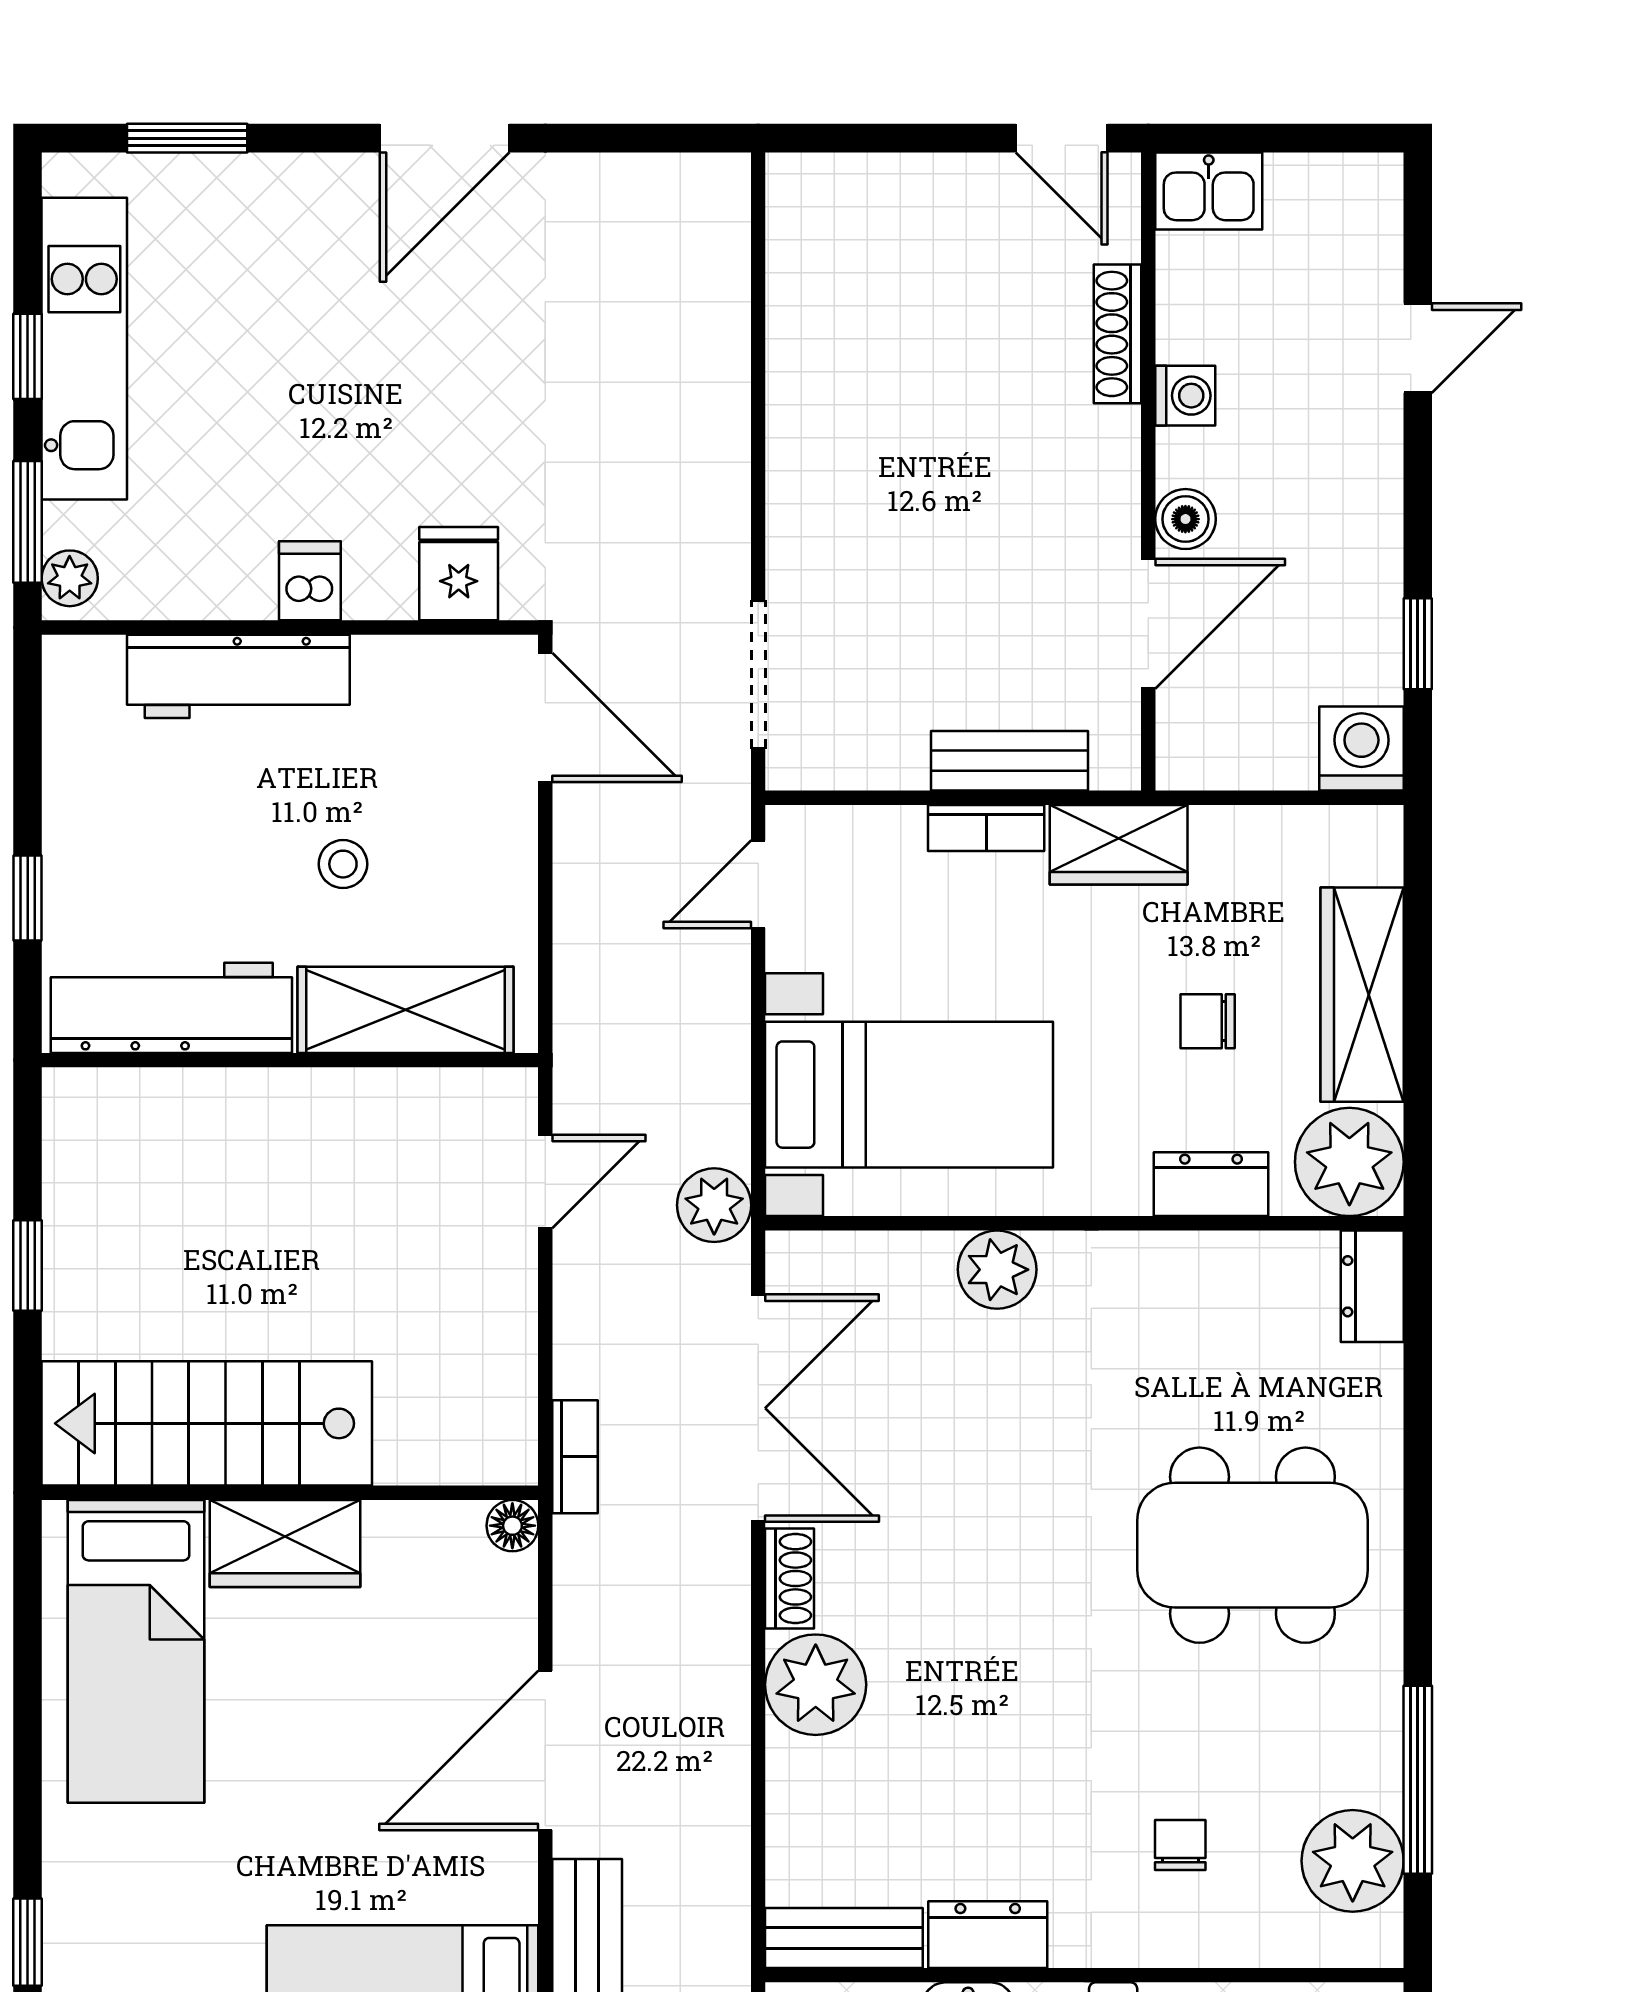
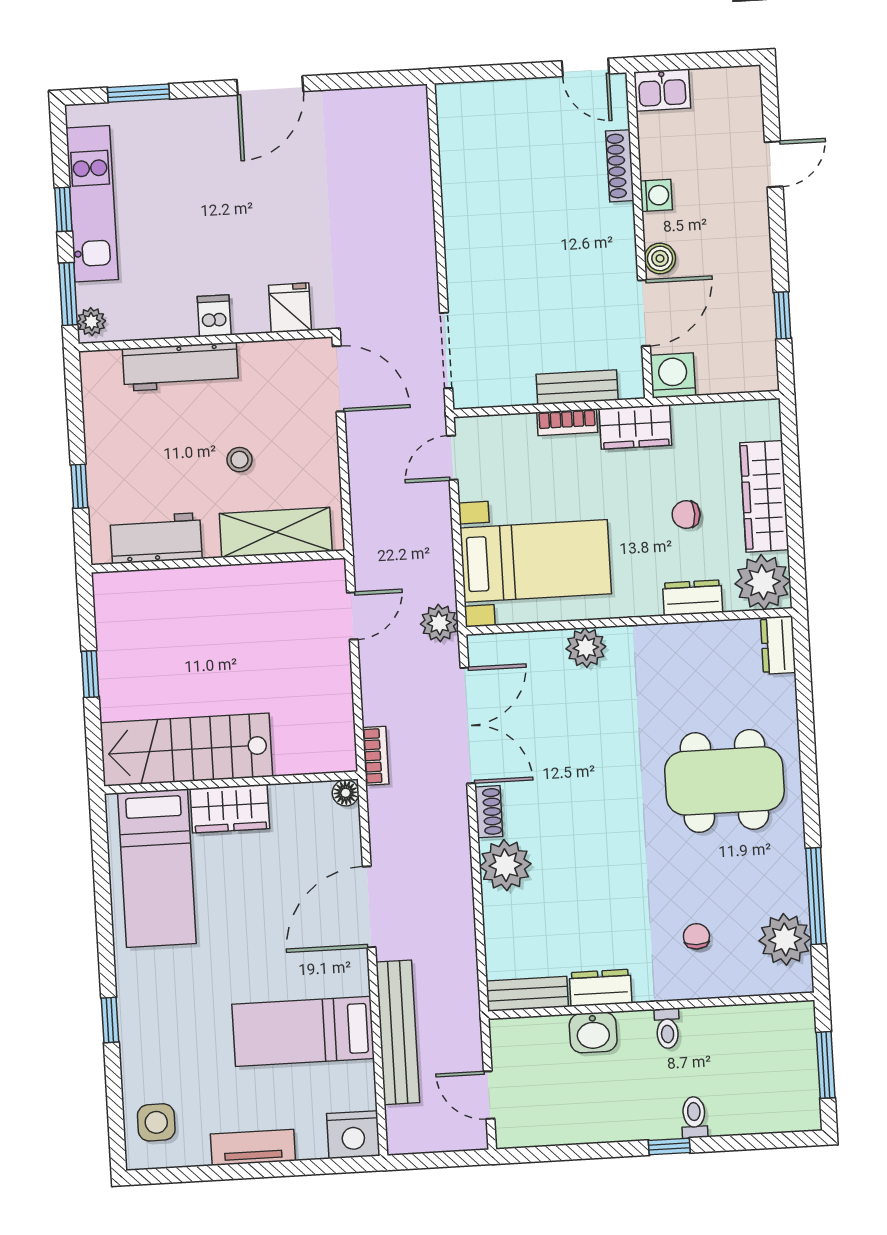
washing machine: (1361, 749) -> (673, 375), moved
workbench: (171, 1008) -> (156, 538), width x0.73

